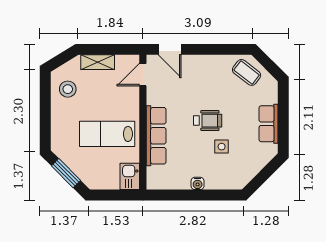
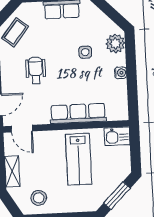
wheelchair: (208, 121) -> (36, 70), moved
plant: (229, 179) -> (115, 43), added

